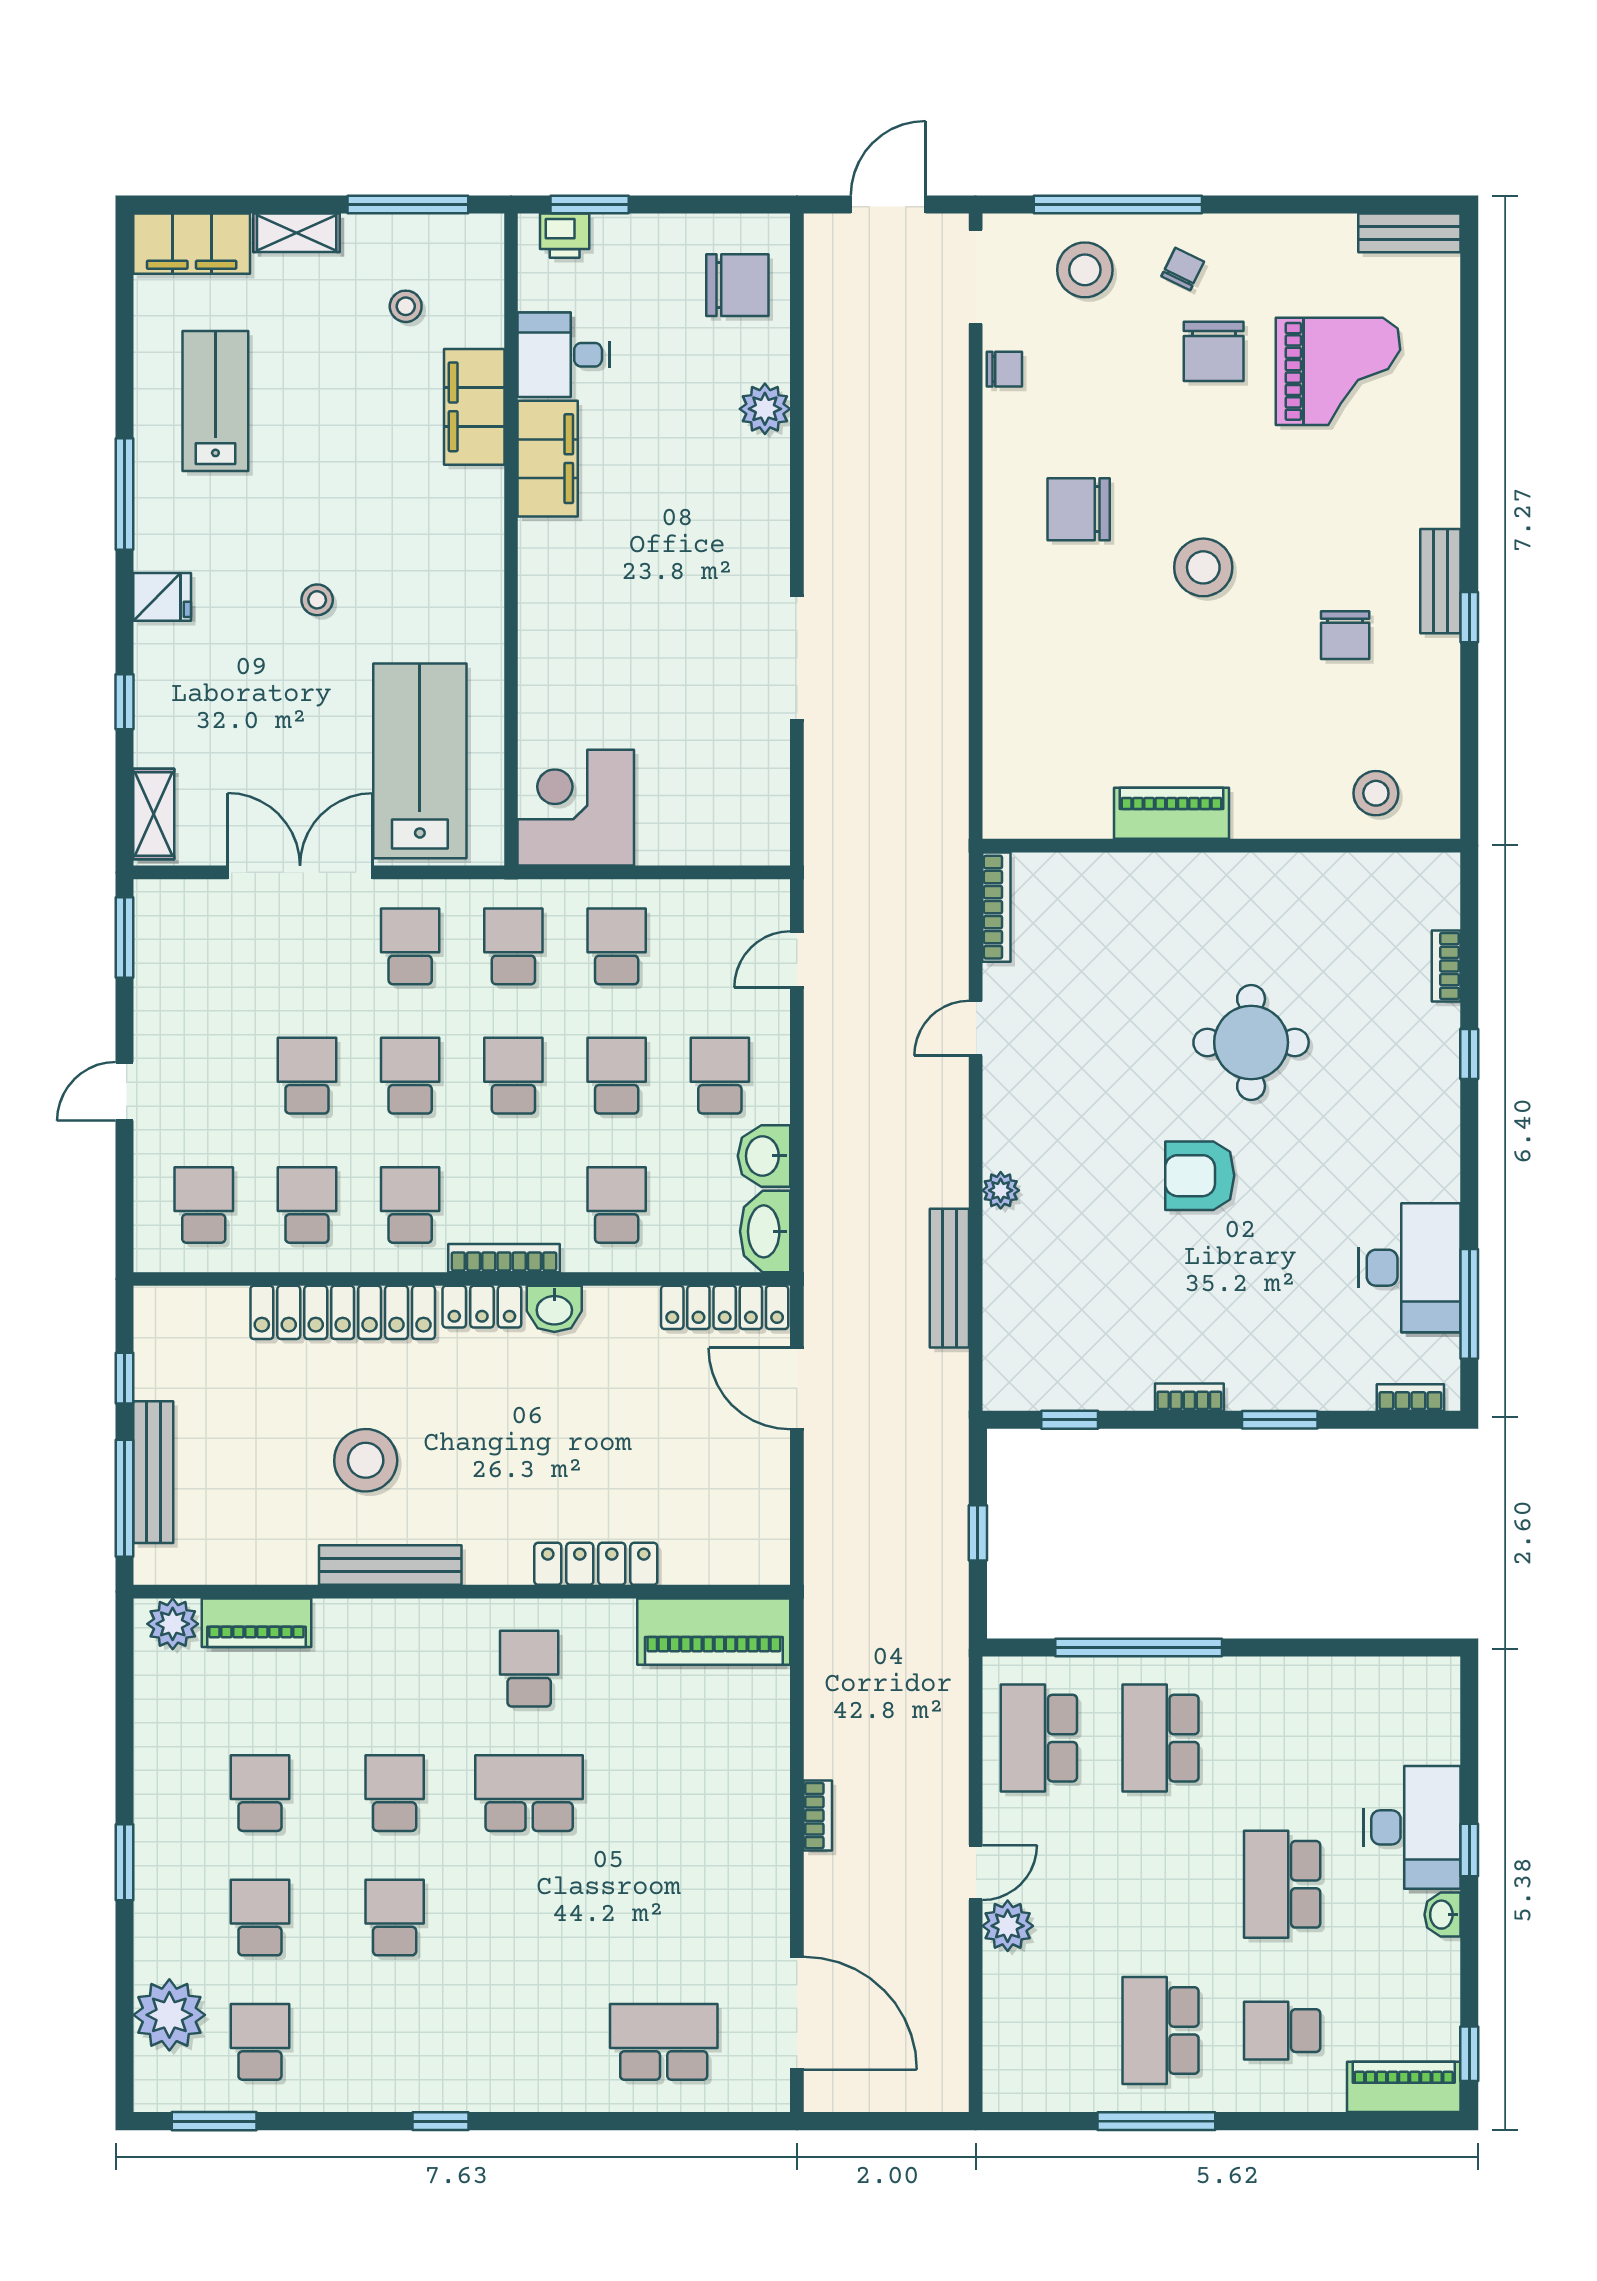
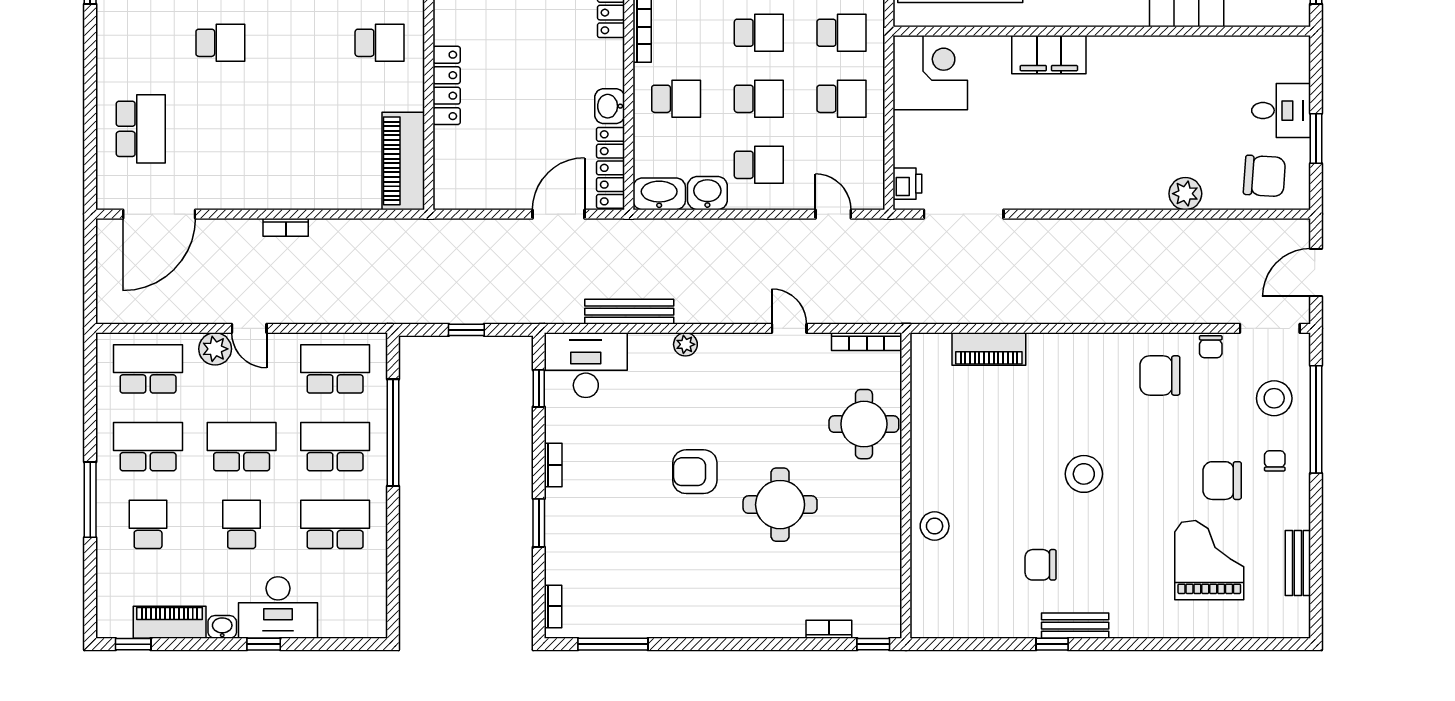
window: (590, 205) -> (1316, 139), moved
door: (888, 205) -> (1316, 272), swing flipped
bench: (1409, 233) -> (1298, 563), moved
printer: (565, 236) -> (907, 184), moved, turned 180
chair: (1183, 269) -> (1275, 461), turned -116
chair: (737, 285) -> (1264, 176), turned -86
desk: (563, 355) -> (1281, 111), moved, turned 90
grand piano: (1338, 371) -> (1209, 560), turned 180
filing cabinet: (548, 459) -> (1049, 55), moved
chair: (1079, 509) -> (1160, 375), moved, turned -90
doorway: (797, 658) -> (964, 214), moved
stool: (1376, 793) -> (935, 526), moved
piano: (1172, 813) -> (989, 349), moved, turned 90
round table: (1125, 911) -> (864, 424), added
window: (1469, 1054) -> (873, 644), moved
armchair: (1200, 1176) -> (695, 472), turned -90
desk: (1410, 1268) -> (586, 365), moved, turned 180
washbasin: (554, 1309) -> (610, 106), moved
school desk: (1282, 1738) -> (335, 524), added
school desk: (529, 1793) -> (220, 43), moved, width x0.54
school desk: (1161, 1884) -> (242, 447), added
school desk: (1282, 1884) -> (242, 524), width x0.54
school desk: (1039, 2031) -> (148, 369), added
piano: (1404, 2087) -> (170, 622), moved, turned -90
window: (1156, 2121) -> (90, 500), moved

